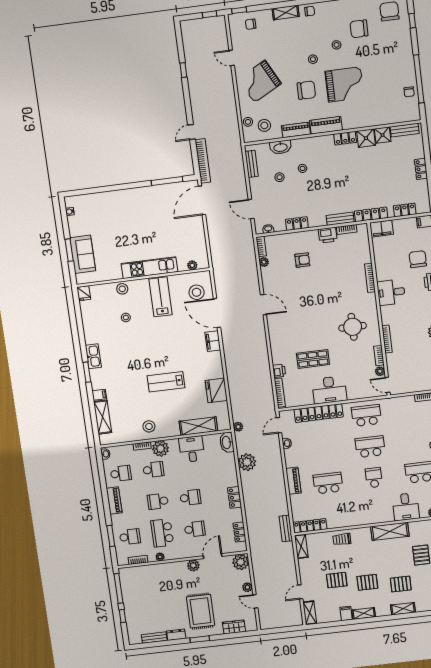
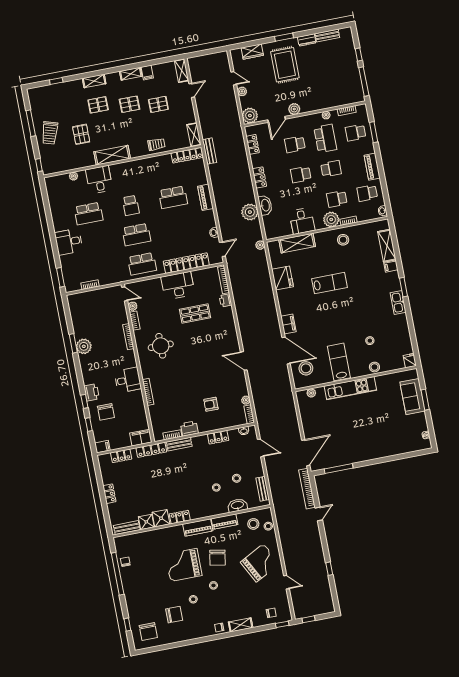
chair: (306, 90) -> (217, 558), turned -80
lab bench: (161, 297) -> (339, 362), turned 180
washbasin: (227, 442) -> (265, 205), moved

